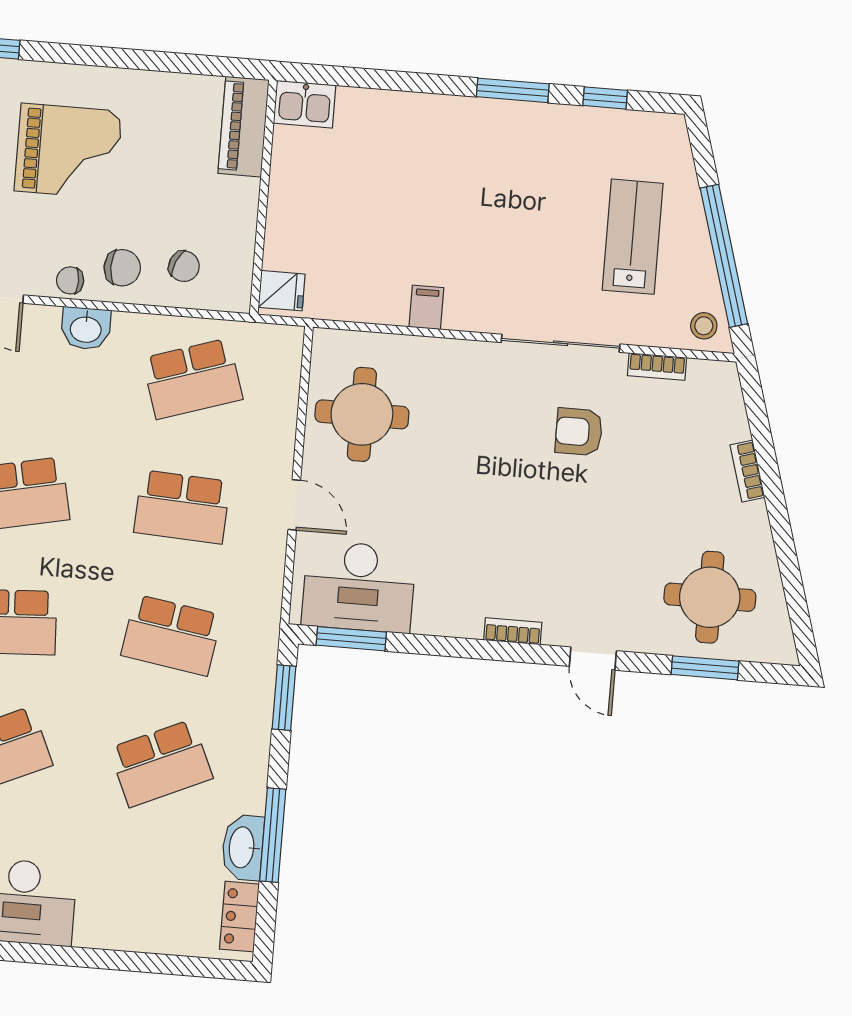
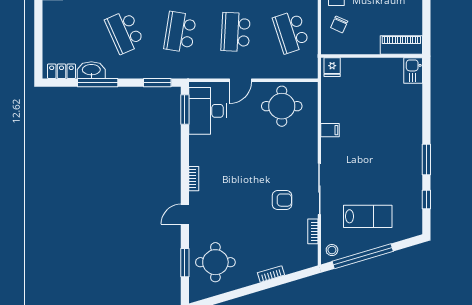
armchair: (579, 432) -> (282, 200), turned 90

